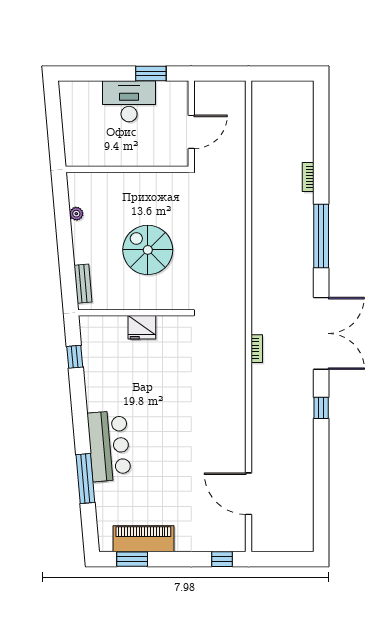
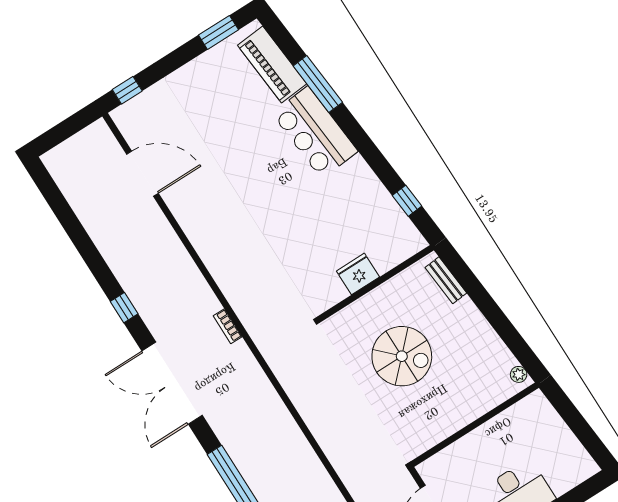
plant: (76, 214) -> (519, 374), moved
piano: (143, 539) -> (272, 65), moved, turned 85

